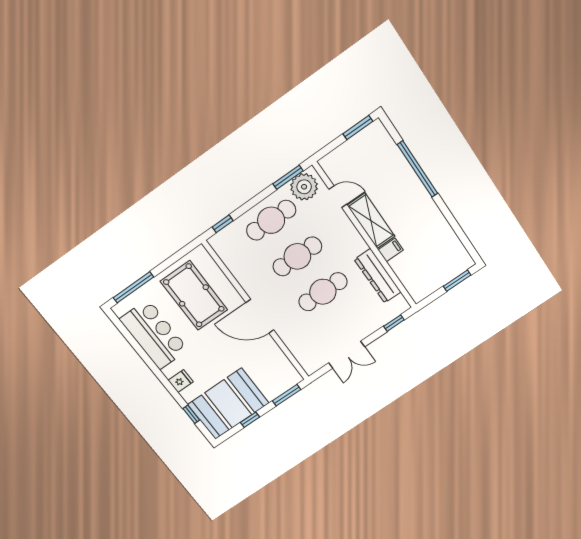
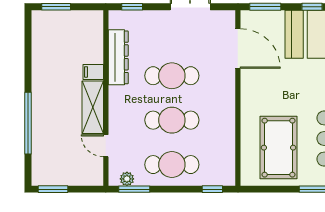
plant: (304, 187) -> (127, 179), width x0.53, depth x0.53
door: (260, 316) -> (238, 49), moved

